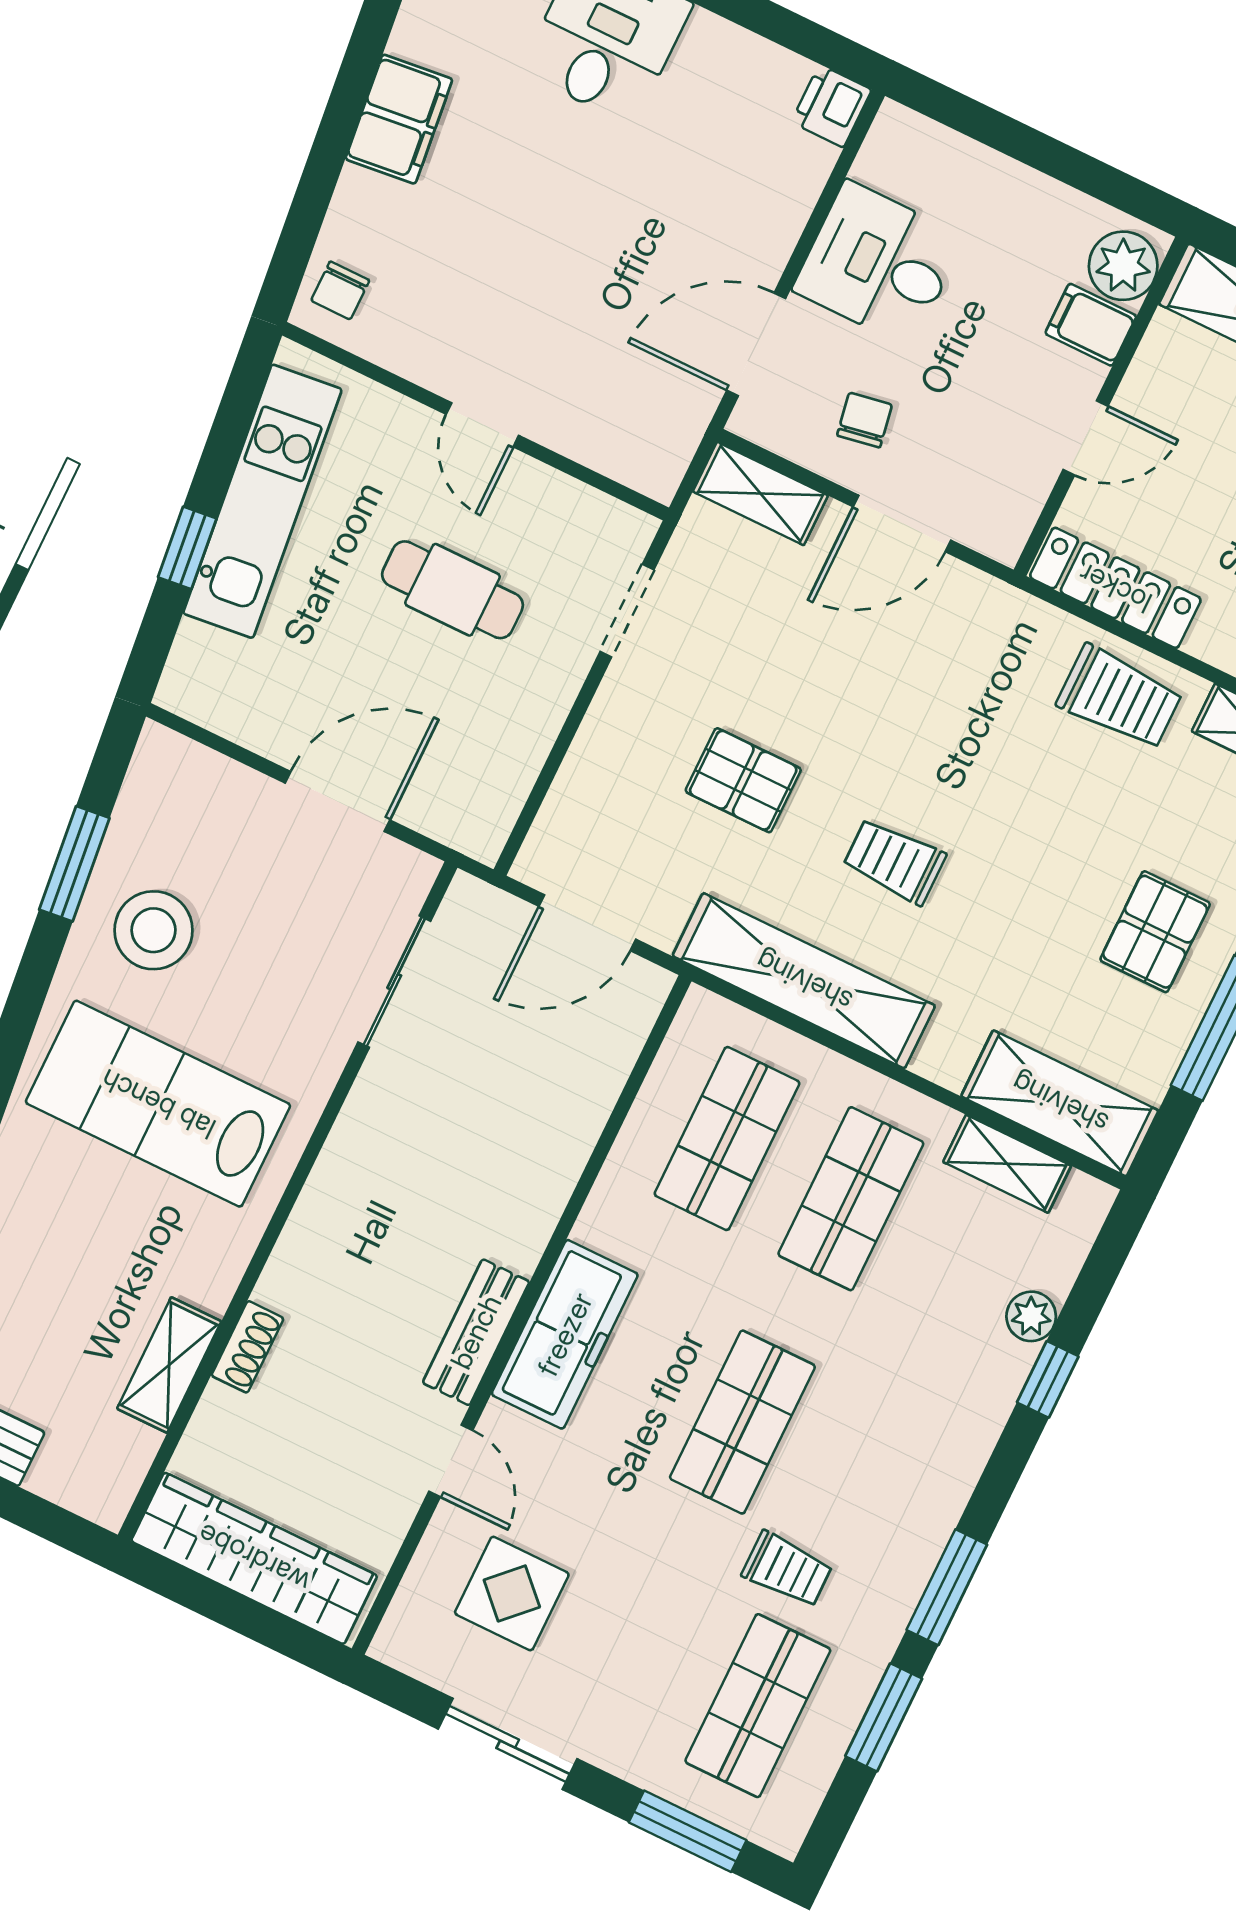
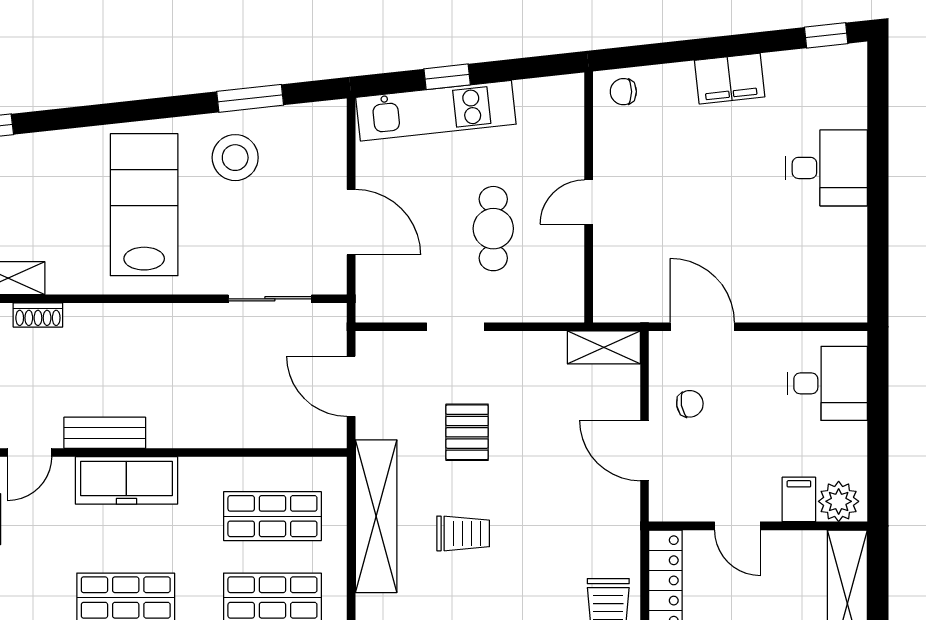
printer: (831, 106) -> (848, 305), removed
desk: (879, 264) -> (827, 383), moved, turned 90
shelving: (760, 493) -> (604, 347), moved, turned 90
kitchen unit: (262, 501) -> (436, 111), moved
doorway: (627, 611) -> (455, 327), moved
trolley: (894, 861) -> (463, 533), turned 90

